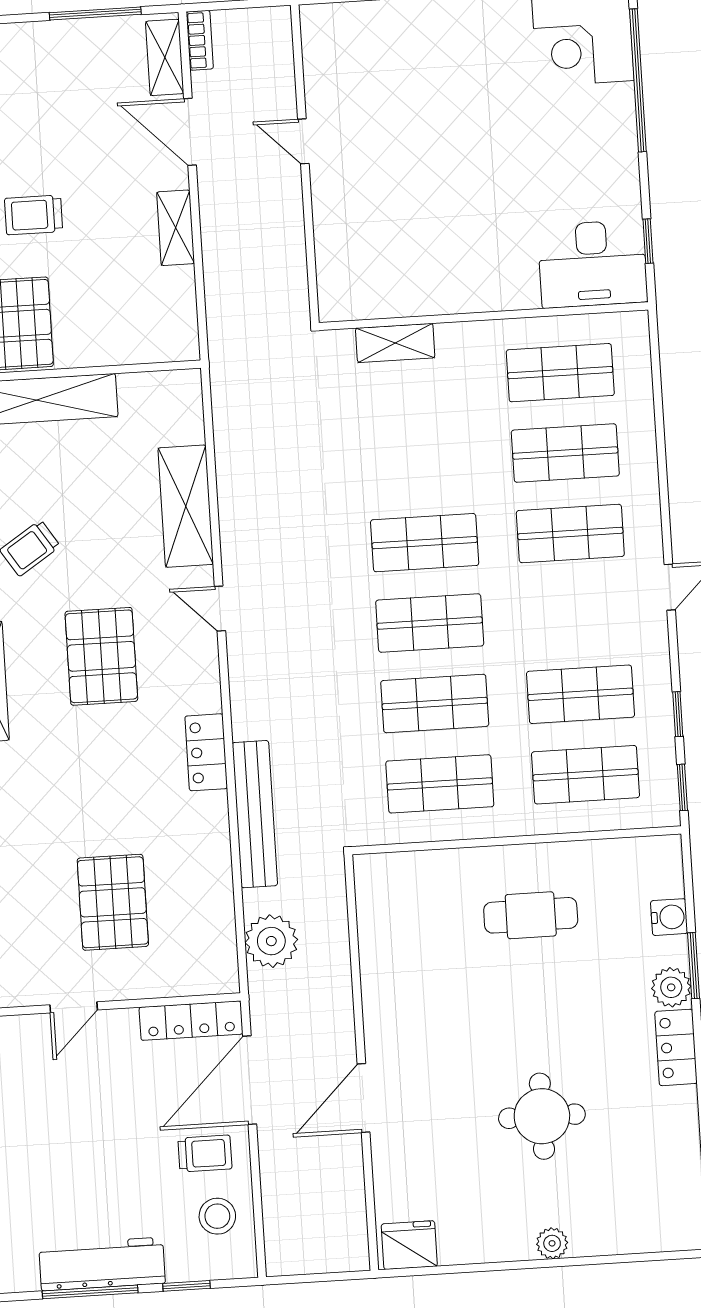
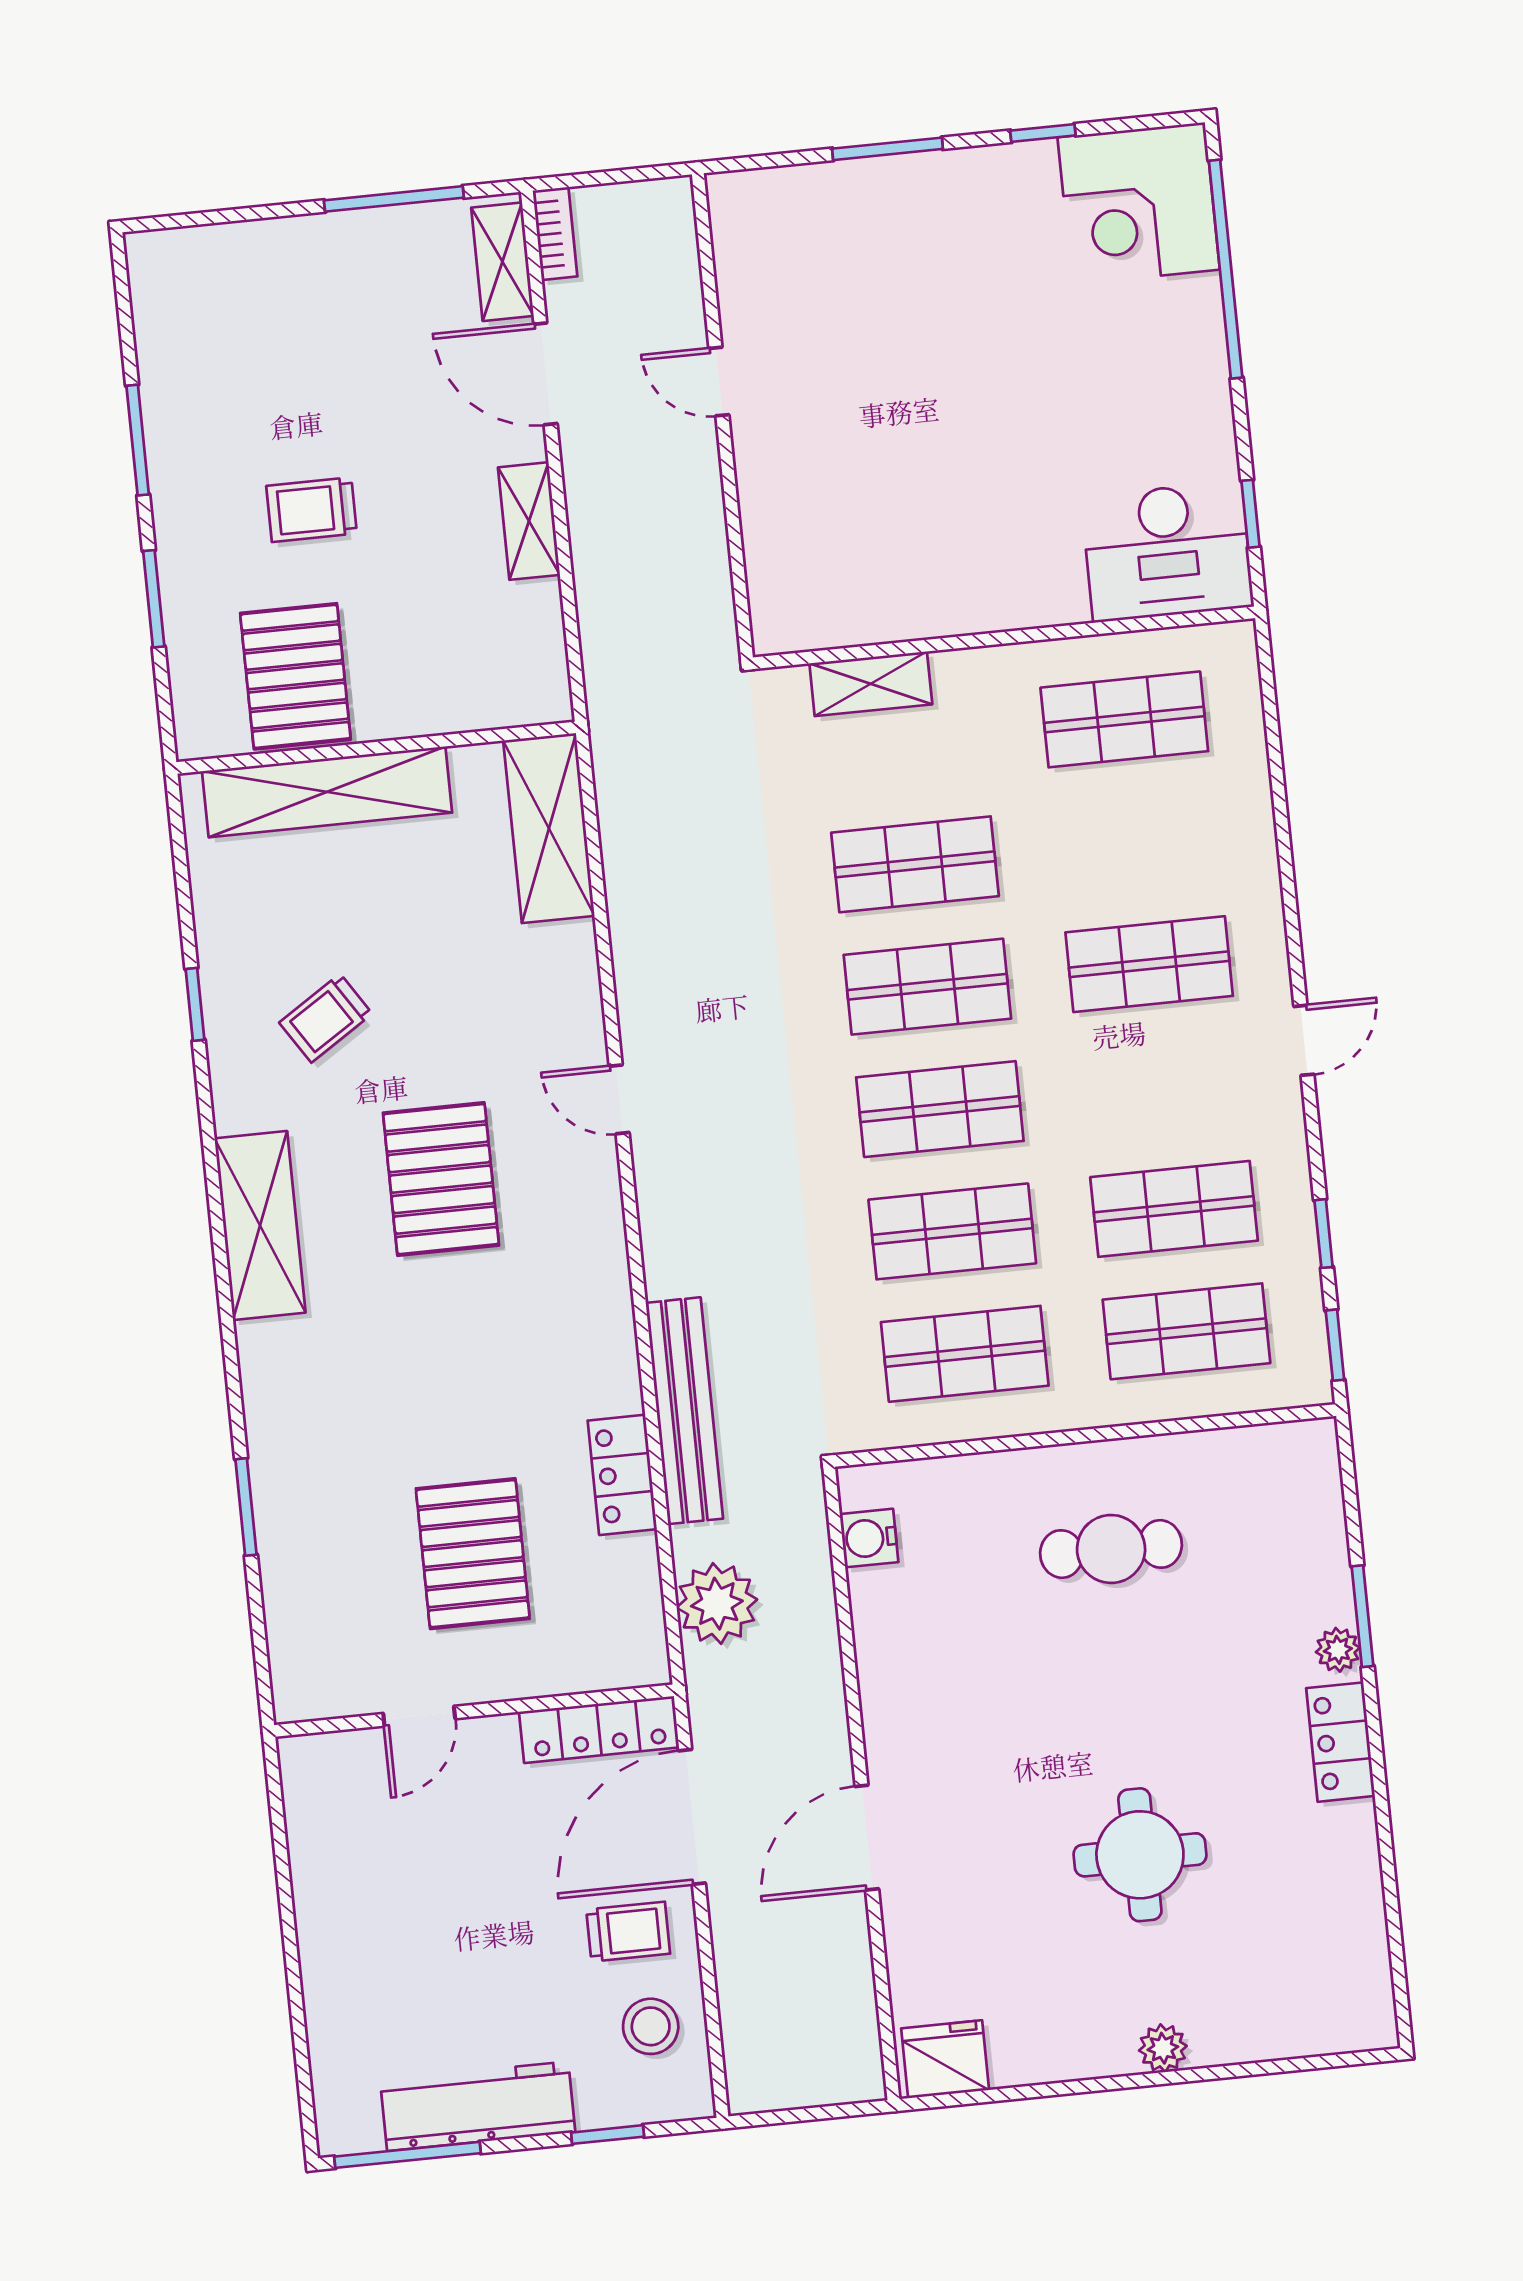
shop shelf: (565, 453) -> (915, 864), moved
shelving: (186, 506) -> (549, 828), moved
locker: (206, 752) -> (622, 1475), moved
water cooler: (669, 917) -> (869, 1538), moved, turned 180
plant: (671, 987) -> (1338, 1650), width x0.73, depth x0.73
window: (90, 1292) -> (407, 2155), moved

